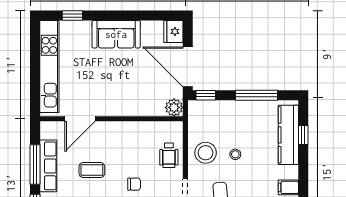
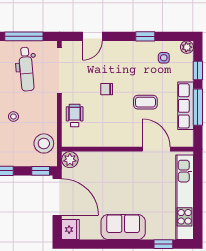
door: (80, 119) -> (156, 149), hinge flipped
stool: (206, 153) -> (44, 143), moved

